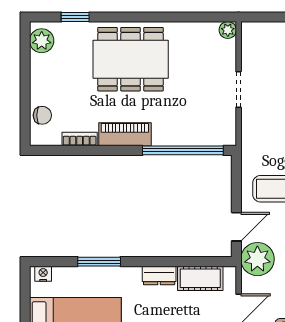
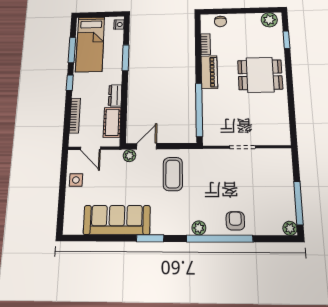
plant: (228, 30) -> (284, 139), removed
dining table: (131, 59) -> (260, 75), width x0.73
door: (236, 227) -> (147, 146), swing flipped
plant: (257, 259) -> (129, 156), width x0.53, depth x0.53

